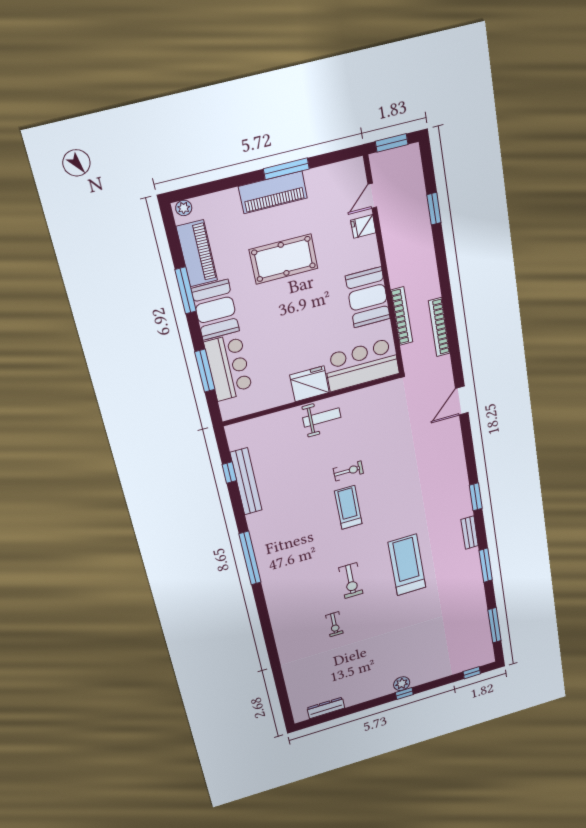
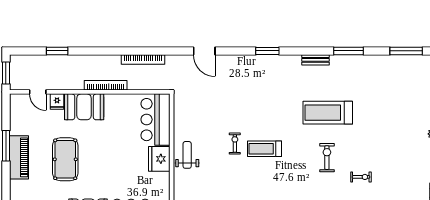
booth: (368, 297) -> (84, 107), moved
bookcase: (402, 316) -> (106, 85), moved
window: (476, 497) -> (267, 51), moved
exercise bike: (351, 581) -> (327, 158), turned -90

